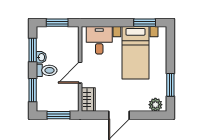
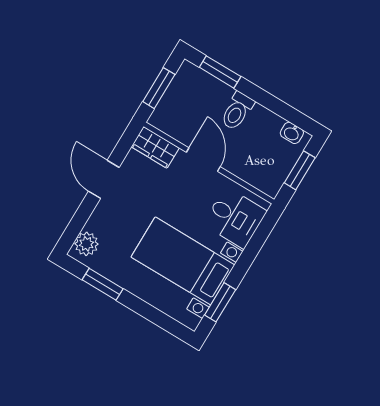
window: (33, 50) -> (281, 108), removed
washbasin: (41, 57) -> (292, 133), moved

